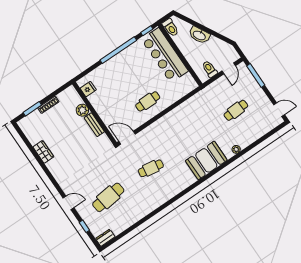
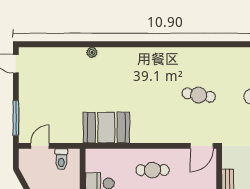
cafe table: (236, 110) -> (63, 95), removed
door: (127, 138) -> (202, 146), hinge flipped
booth: (206, 160) -> (106, 128), moved

